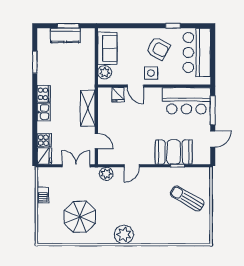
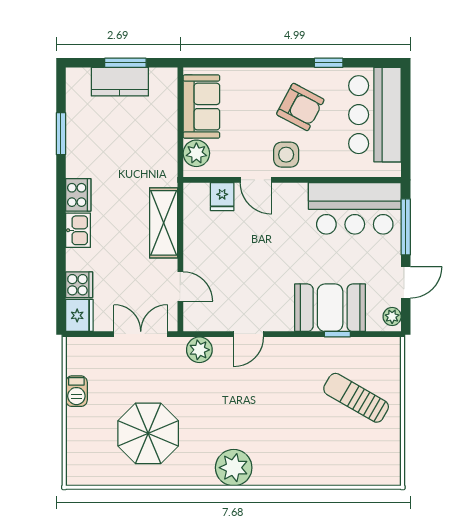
plant: (206, 157) -> (392, 317), added

